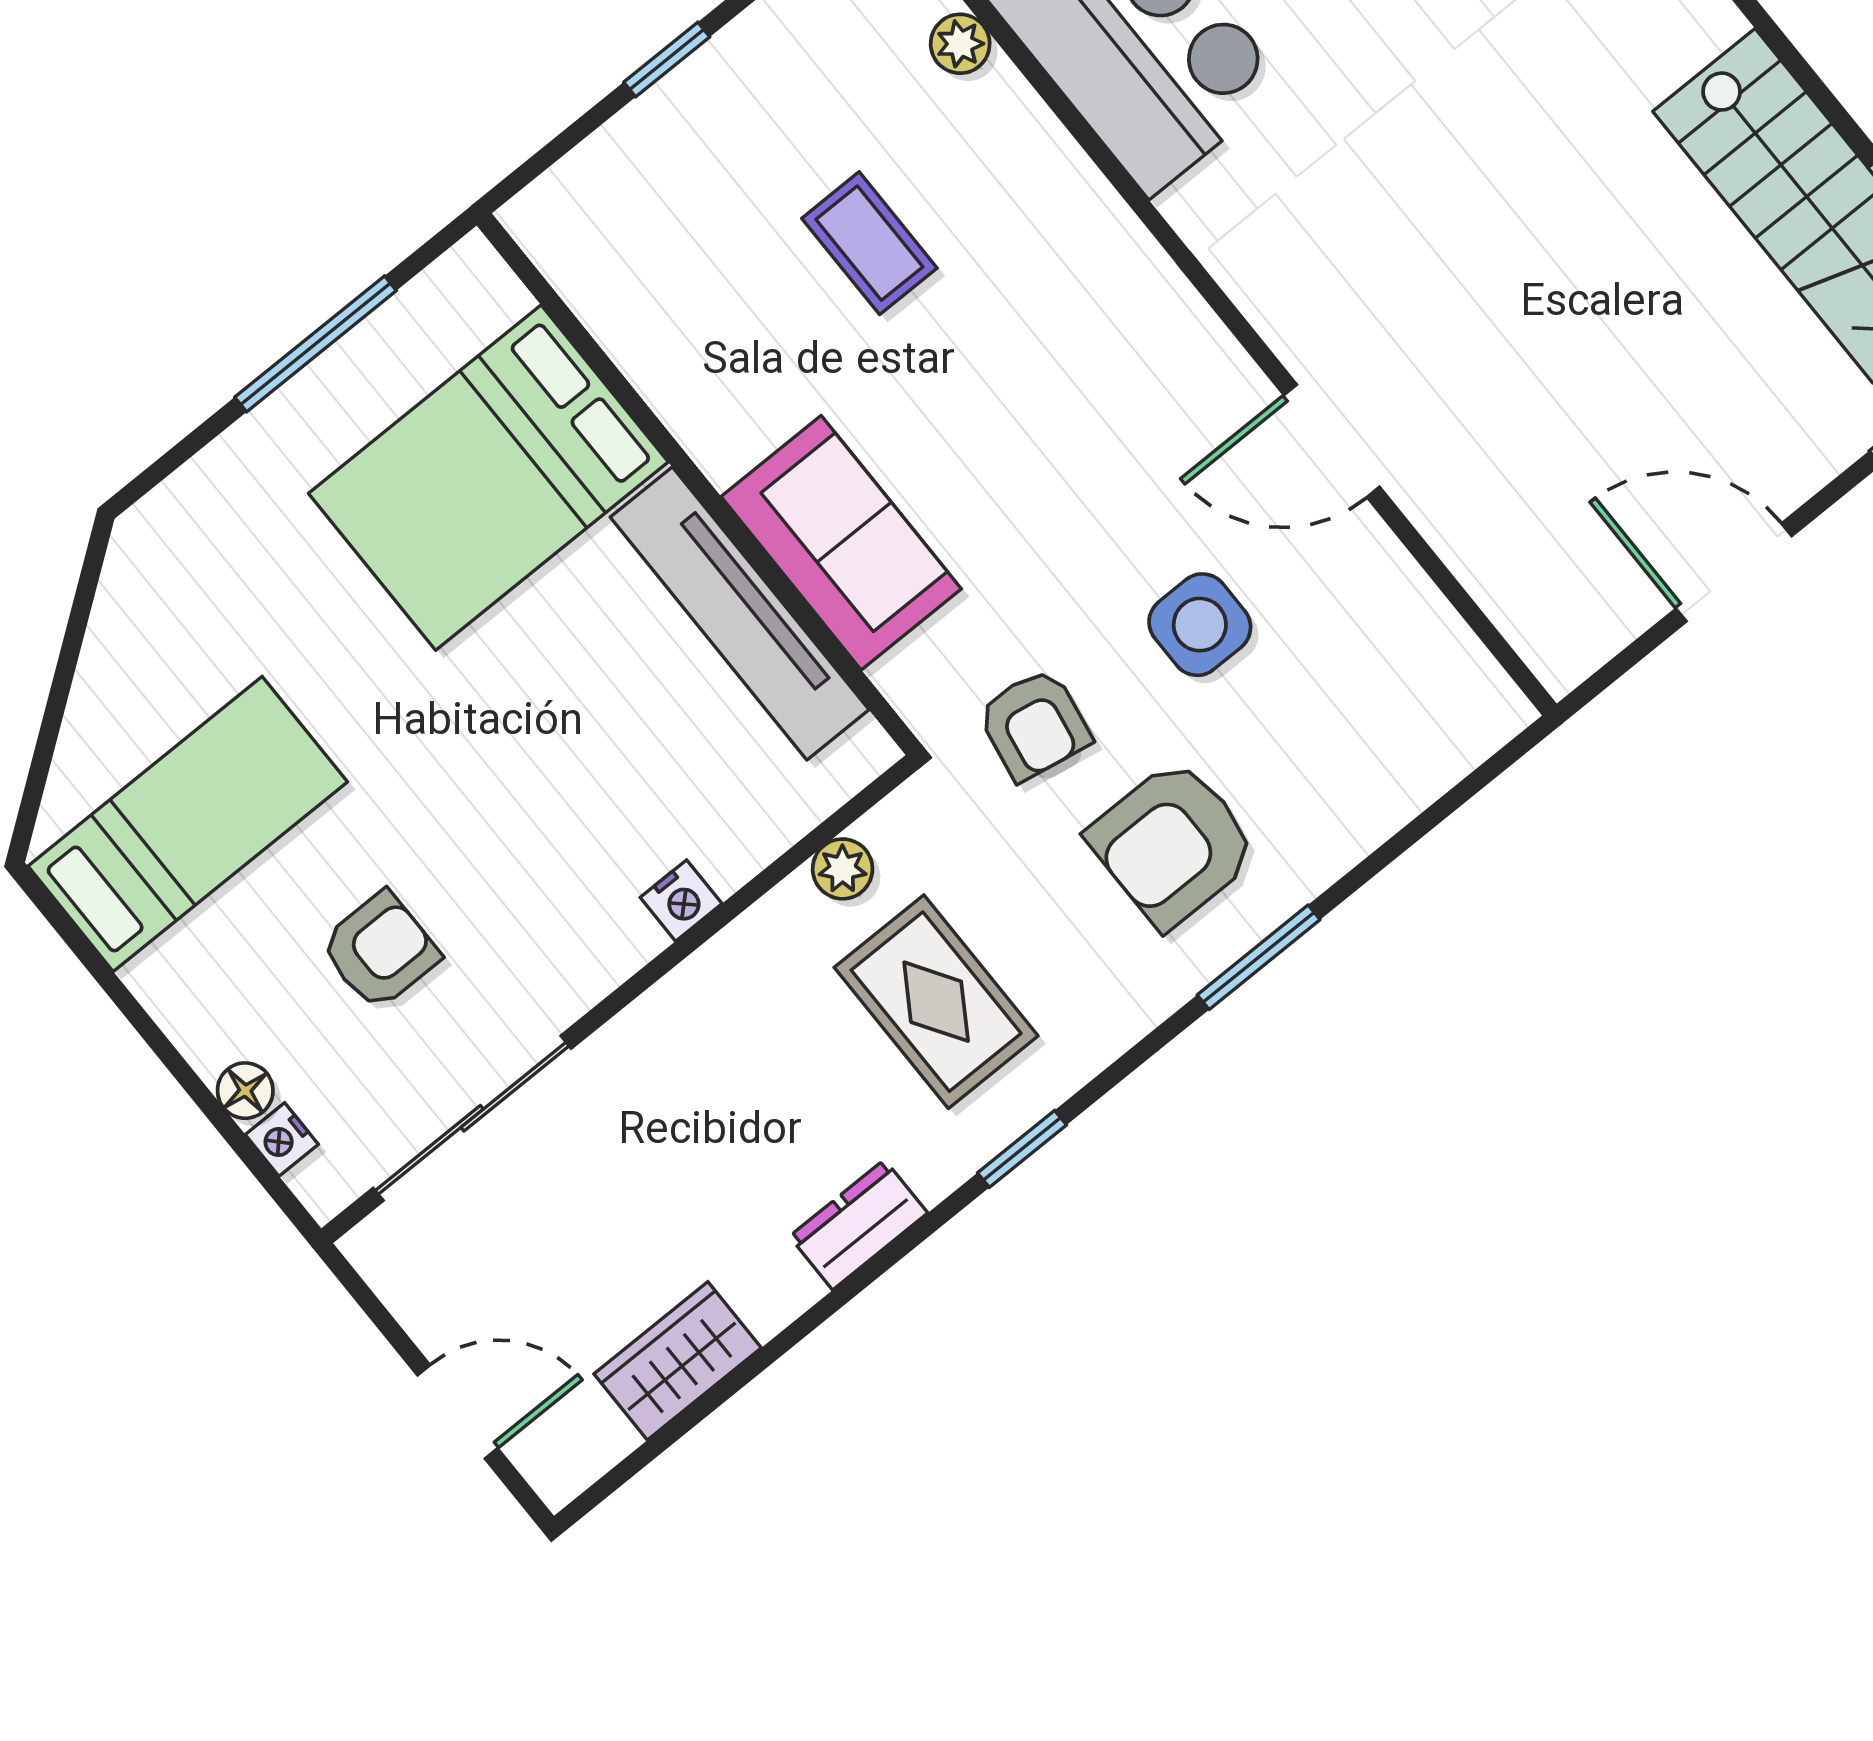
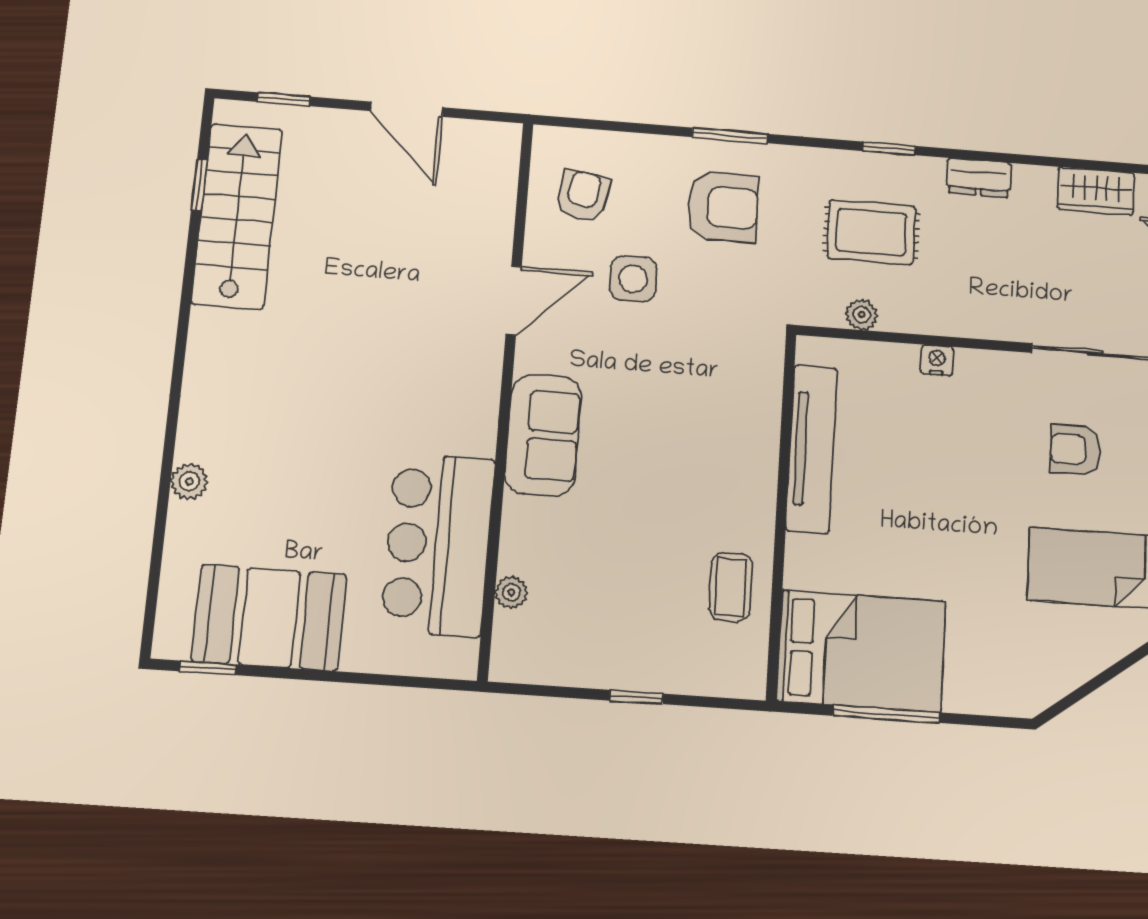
coffee table: (869, 243) -> (731, 587), moved
door: (1332, 441) -> (514, 301), hinge flipped
bed: (488, 478) -> (861, 651), moved
sofa: (841, 543) -> (543, 435), moved, turned 180
armchair: (1034, 724) -> (583, 196), moved
rug: (936, 1002) -> (871, 232), turned 90

